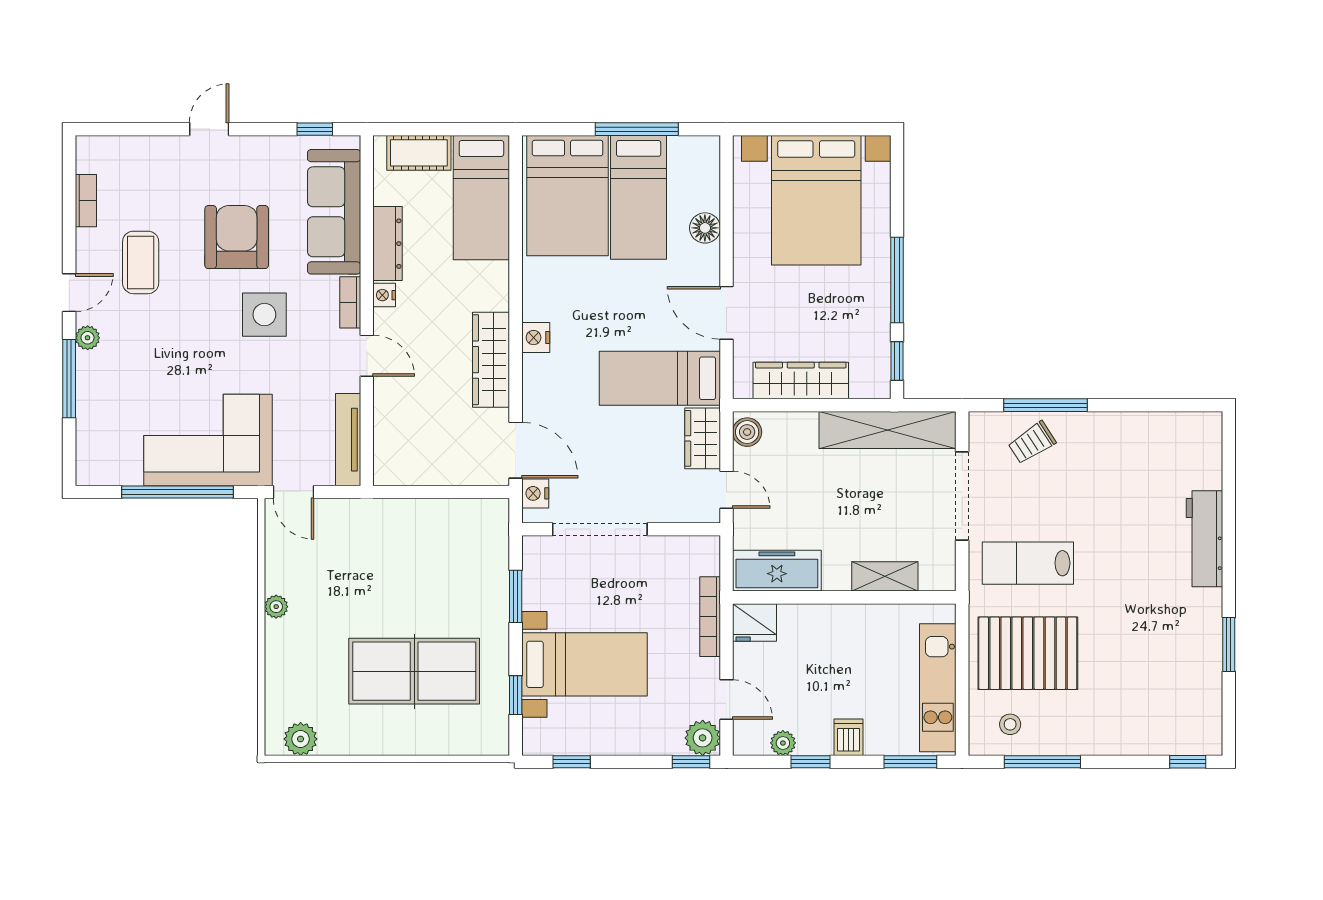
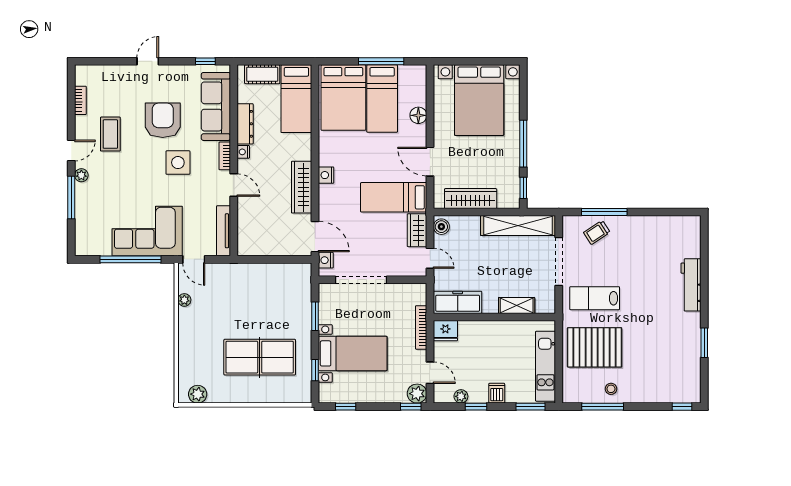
plant: (276, 607) -> (184, 300), moved
stool: (1010, 724) -> (611, 389), moved

